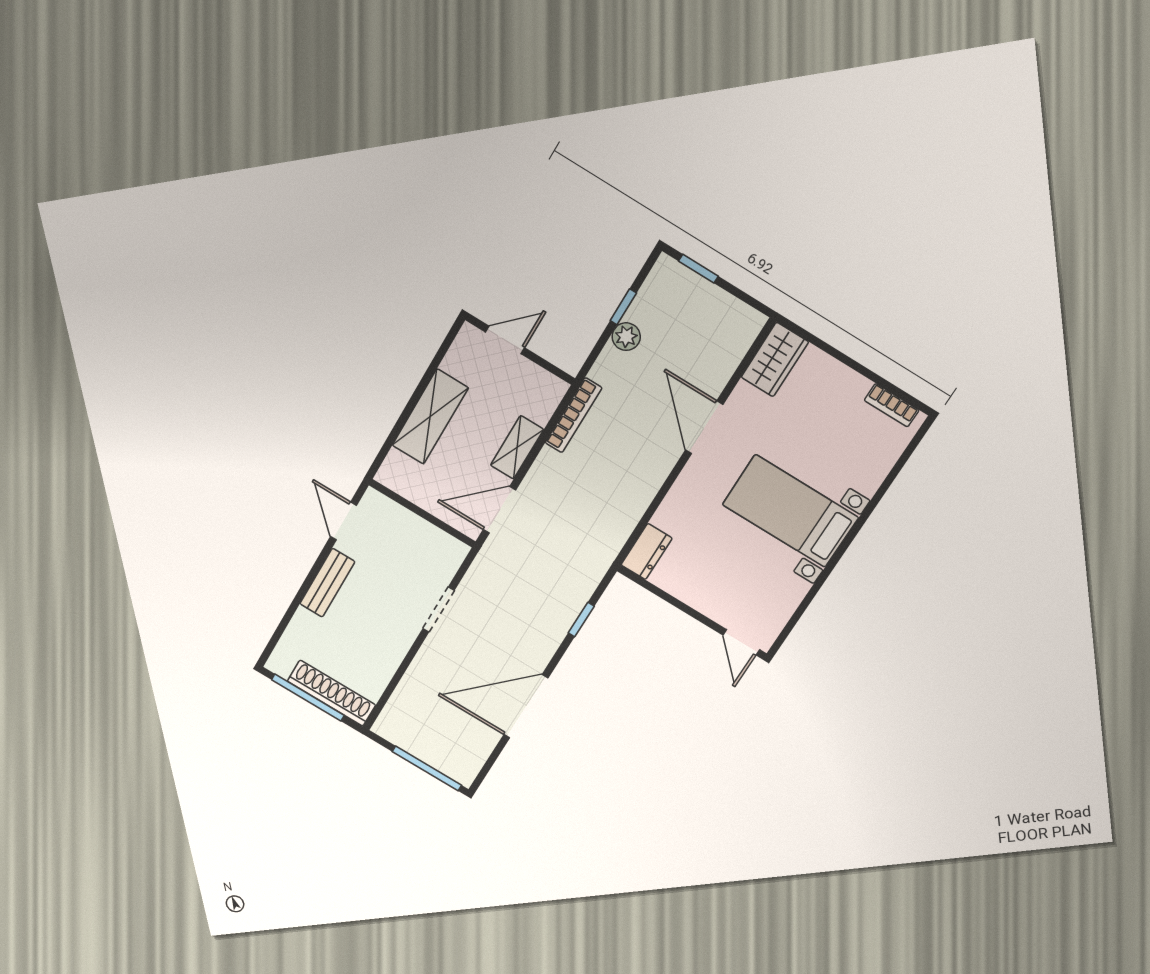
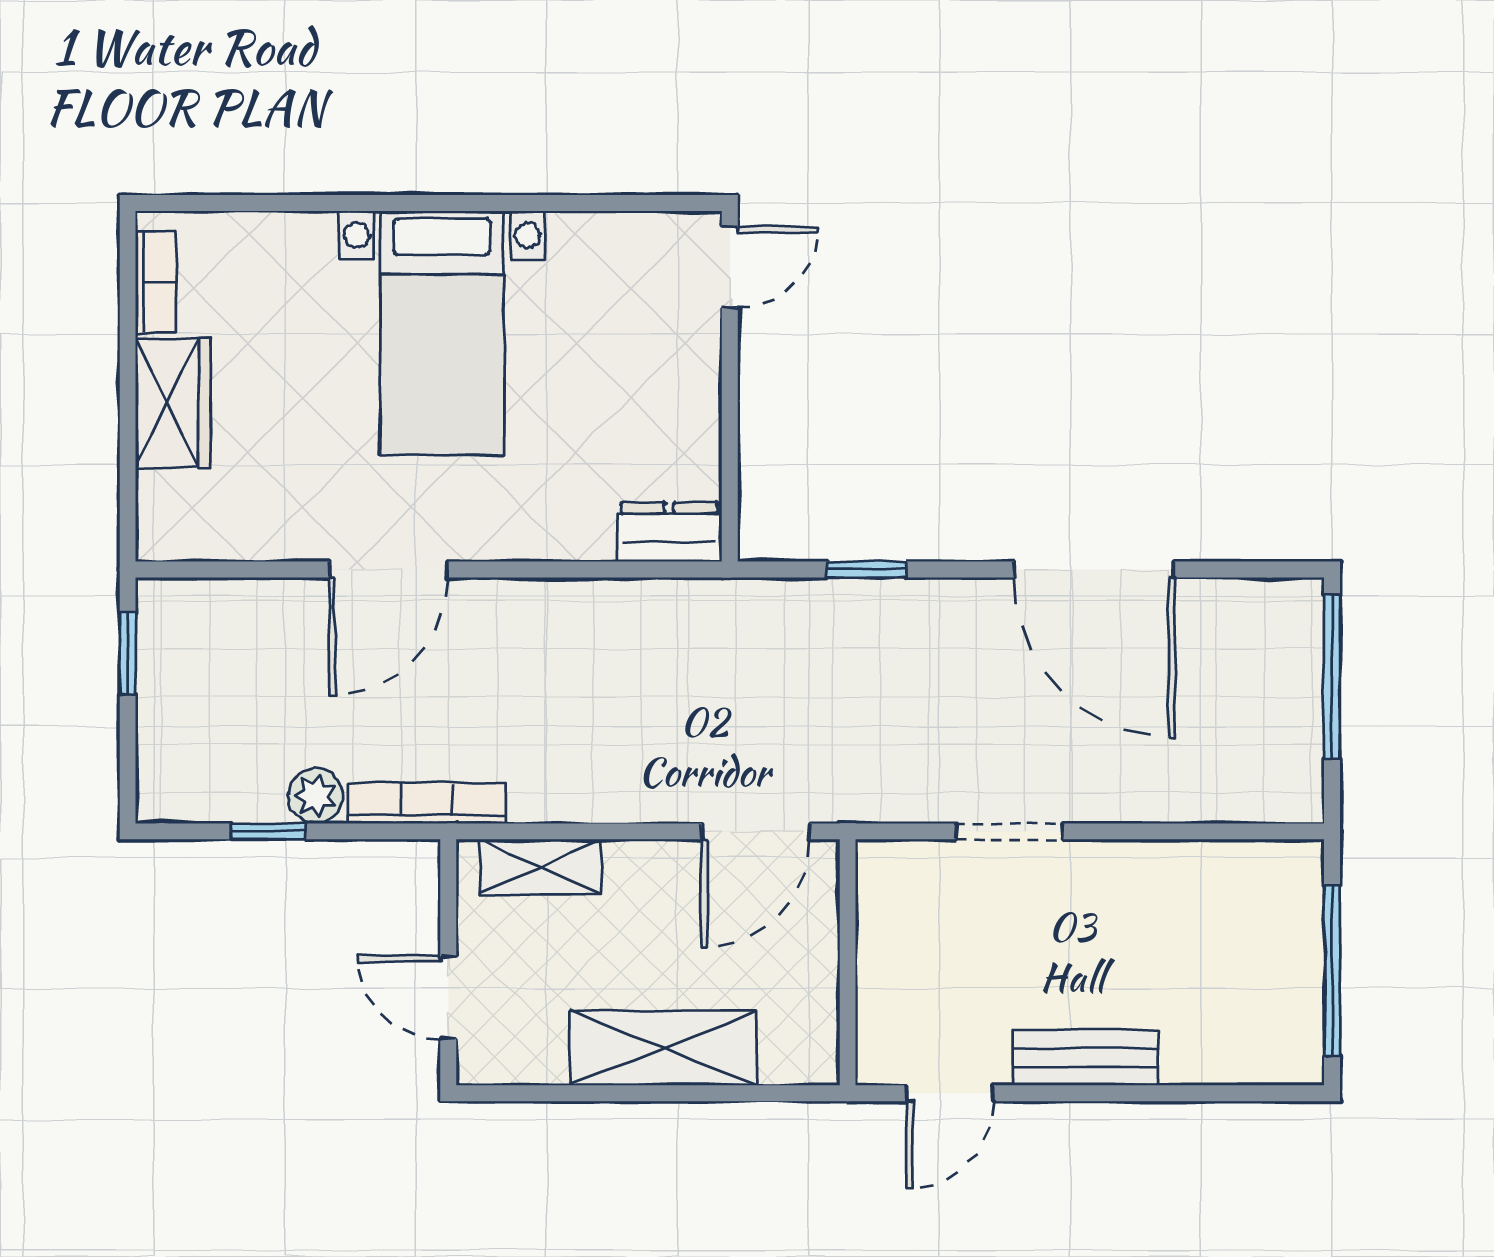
window: (698, 269) -> (128, 654), moved
wardrobe: (775, 360) -> (173, 403), moved, turned 90
bookcase: (573, 415) -> (427, 803), moved
shelving: (517, 447) -> (540, 867), moved
door: (499, 510) -> (756, 831), hinge flipped
shoe rack: (332, 693) -> (1295, 933), removed

